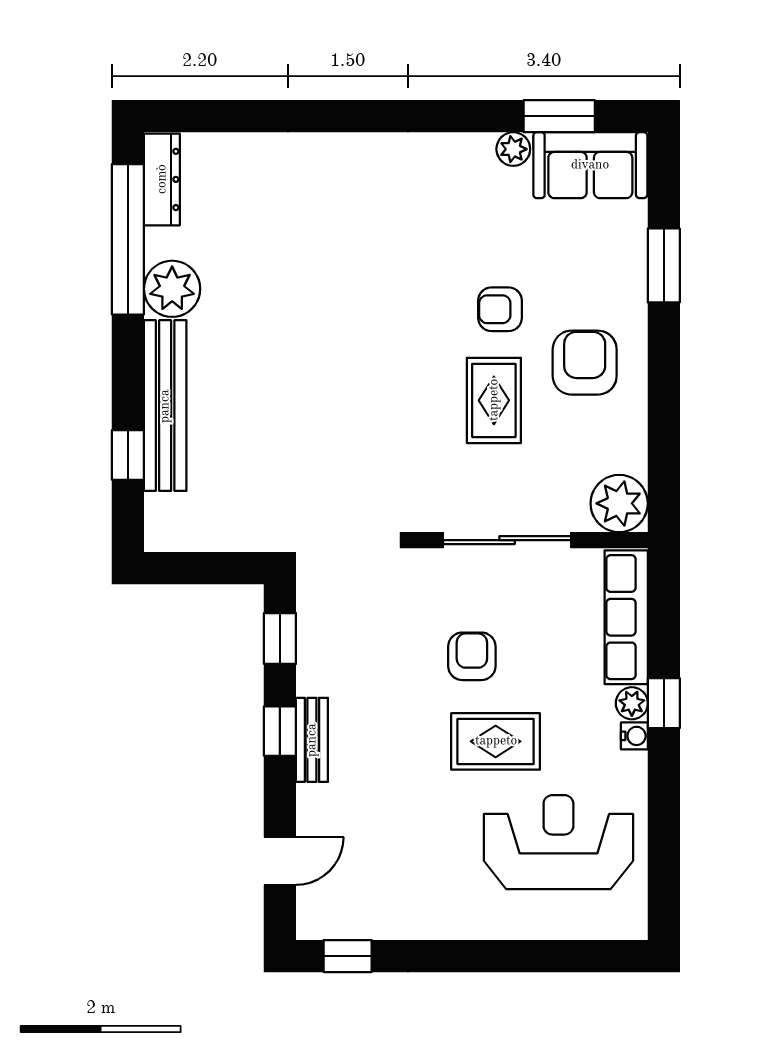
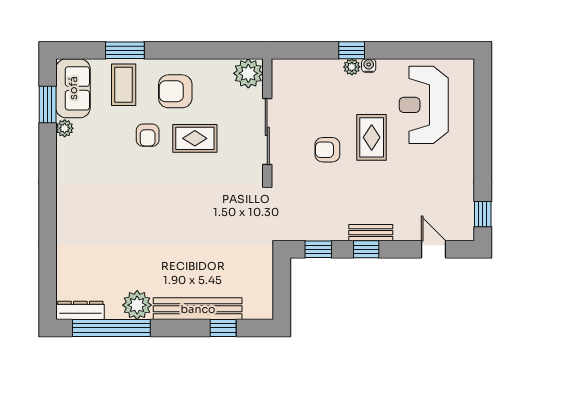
coffee table: (597, 263) -> (124, 85), added
row of seats: (626, 617) -> (307, 70), removed

